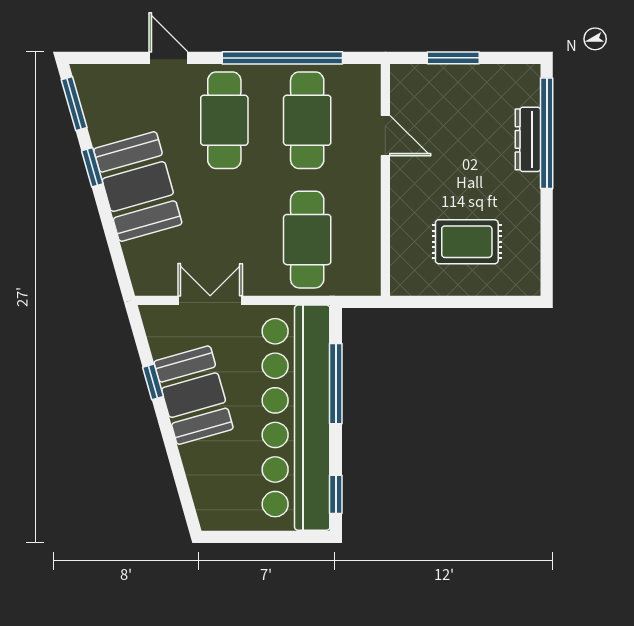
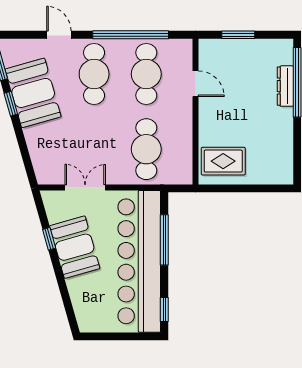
booth: (138, 186) -> (33, 93), moved
rug: (467, 242) -> (223, 161), moved

